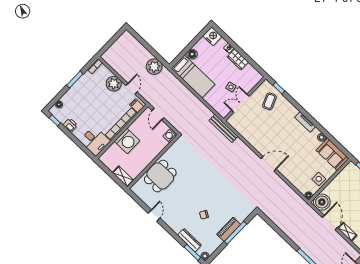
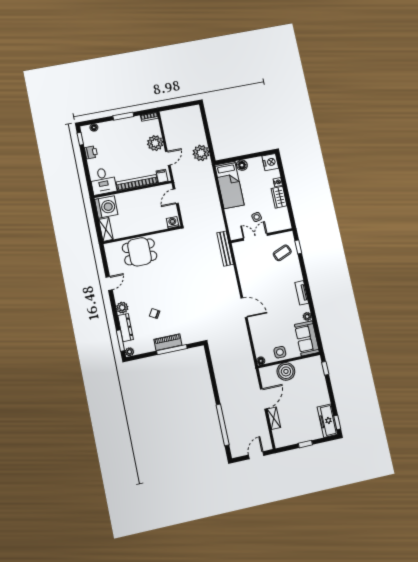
washing machine: (127, 141) -> (106, 207), moved, turned -90
boiler: (322, 202) -> (286, 371), moved
plant: (177, 227) -> (122, 308), added

